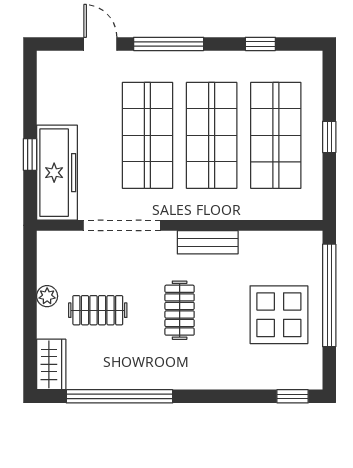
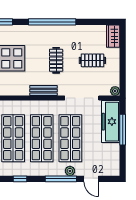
plant: (148, 62) -> (70, 171), added
window: (30, 155) -> (123, 130), width x2.17
plant: (47, 296) -> (115, 91), moved
window: (120, 396) -> (52, 22), moved

